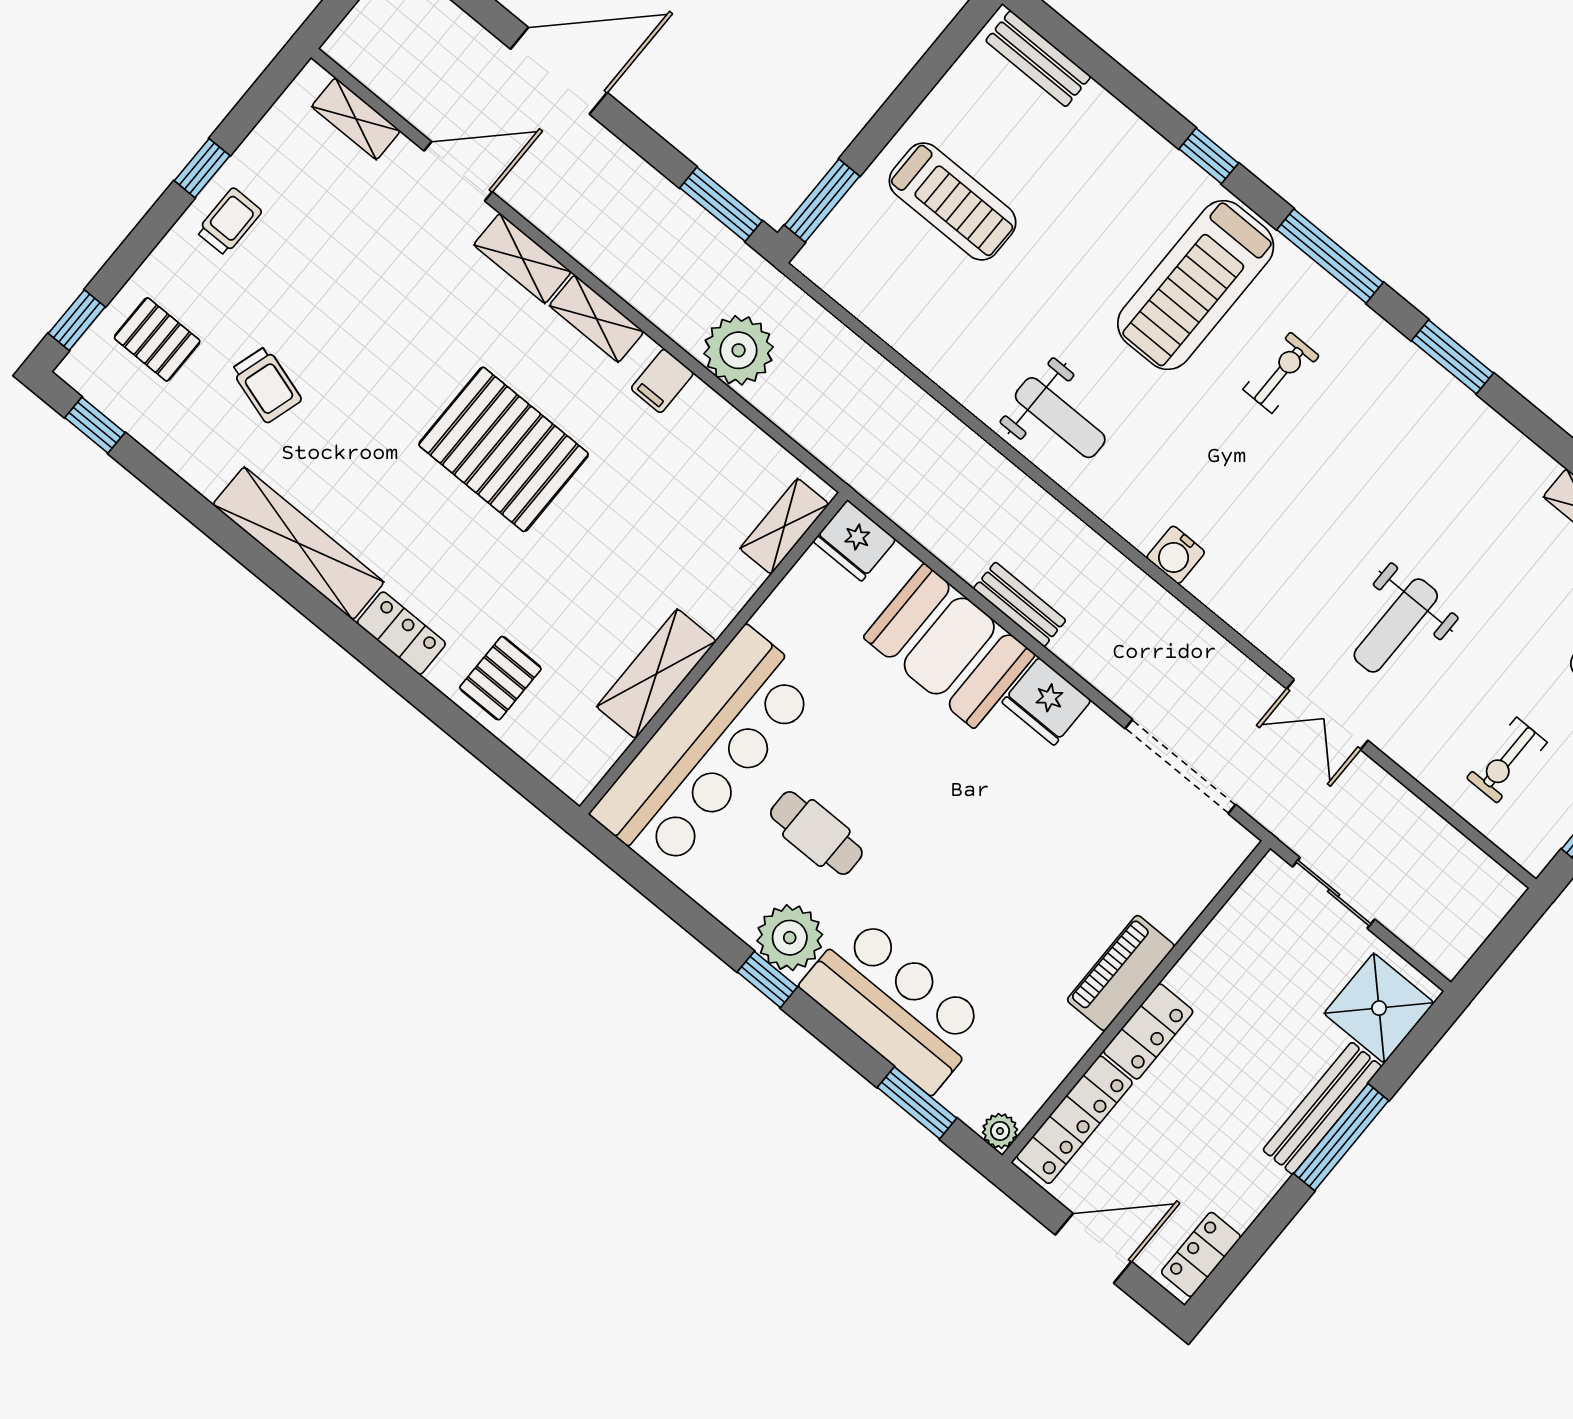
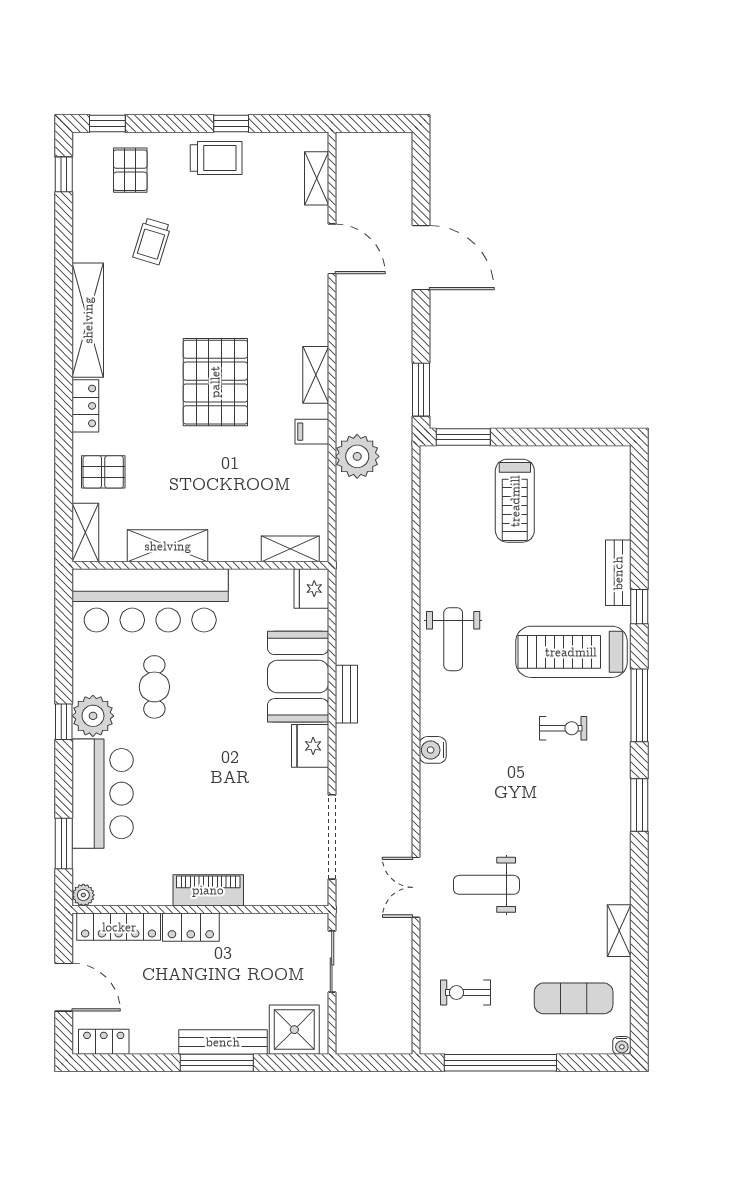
bench: (1038, 59) -> (618, 573), moved
trolley: (229, 221) -> (216, 158), width x1.36, depth x1.39
shelving: (522, 258) -> (85, 533), moved

